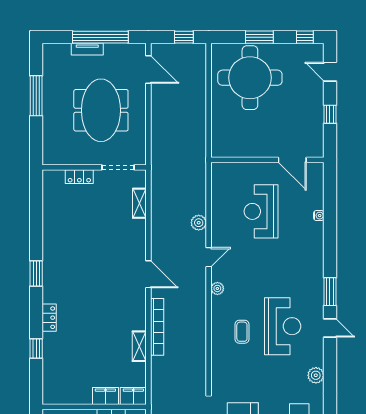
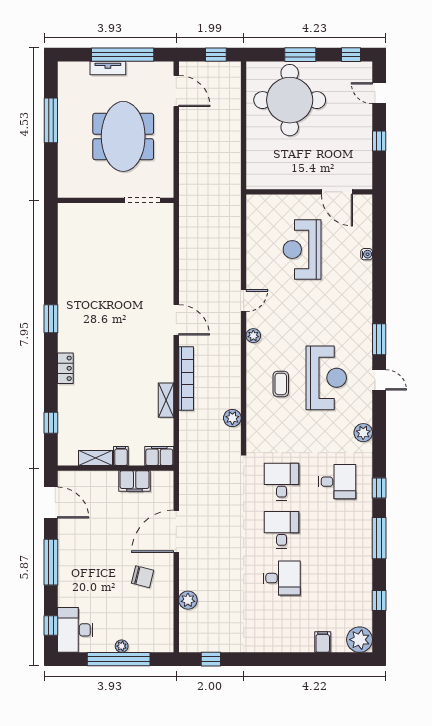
locker: (79, 177) -> (99, 211), removed
shelving: (139, 203) -> (95, 458), moved, turned 90
plant: (199, 223) -> (232, 418), moved
window: (36, 349) -> (51, 423), moved
filing cabinet: (105, 396) -> (121, 456), width x0.50

